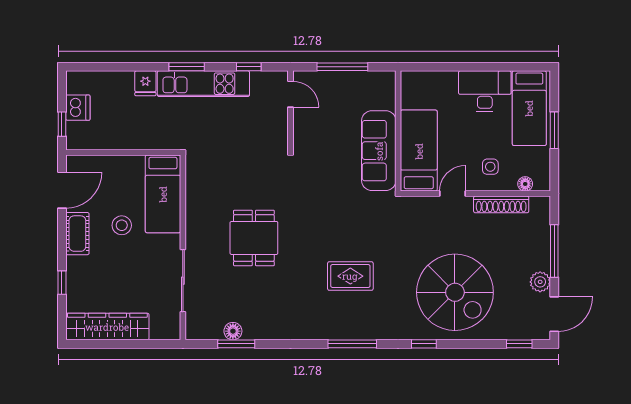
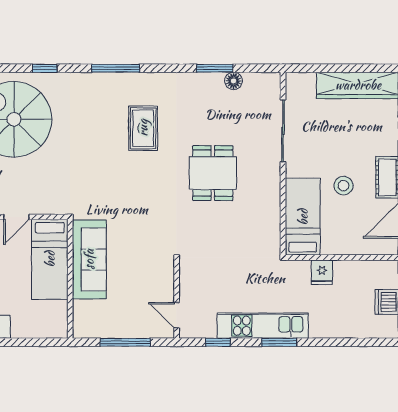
fridge: (145, 83) -> (322, 272), moved, turned 180
rug: (350, 276) -> (143, 128), moved, turned 90
window: (236, 344) -> (215, 68), moved

